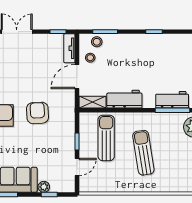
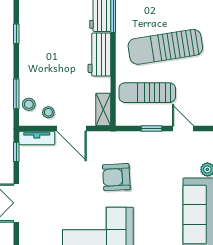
workbench: (124, 99) -> (99, 55), moved
sun lounger: (143, 153) -> (165, 47), width x1.36, depth x1.34

